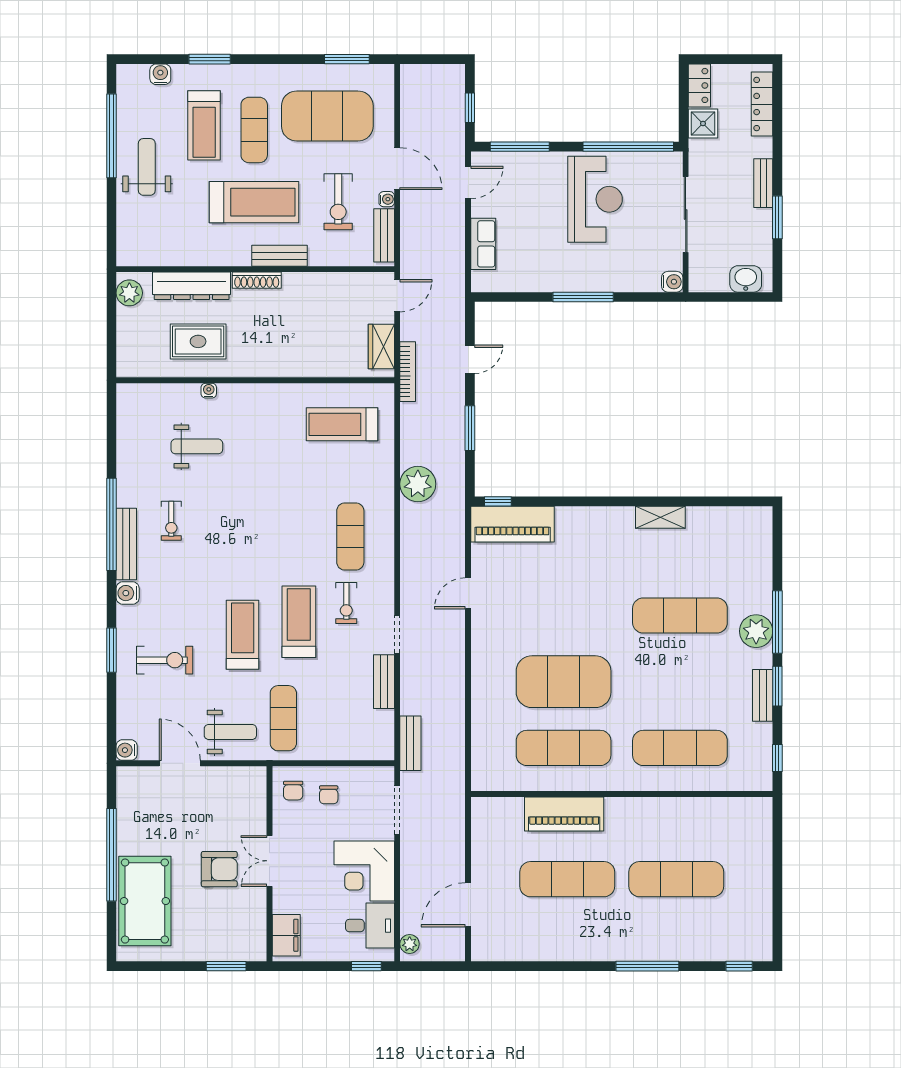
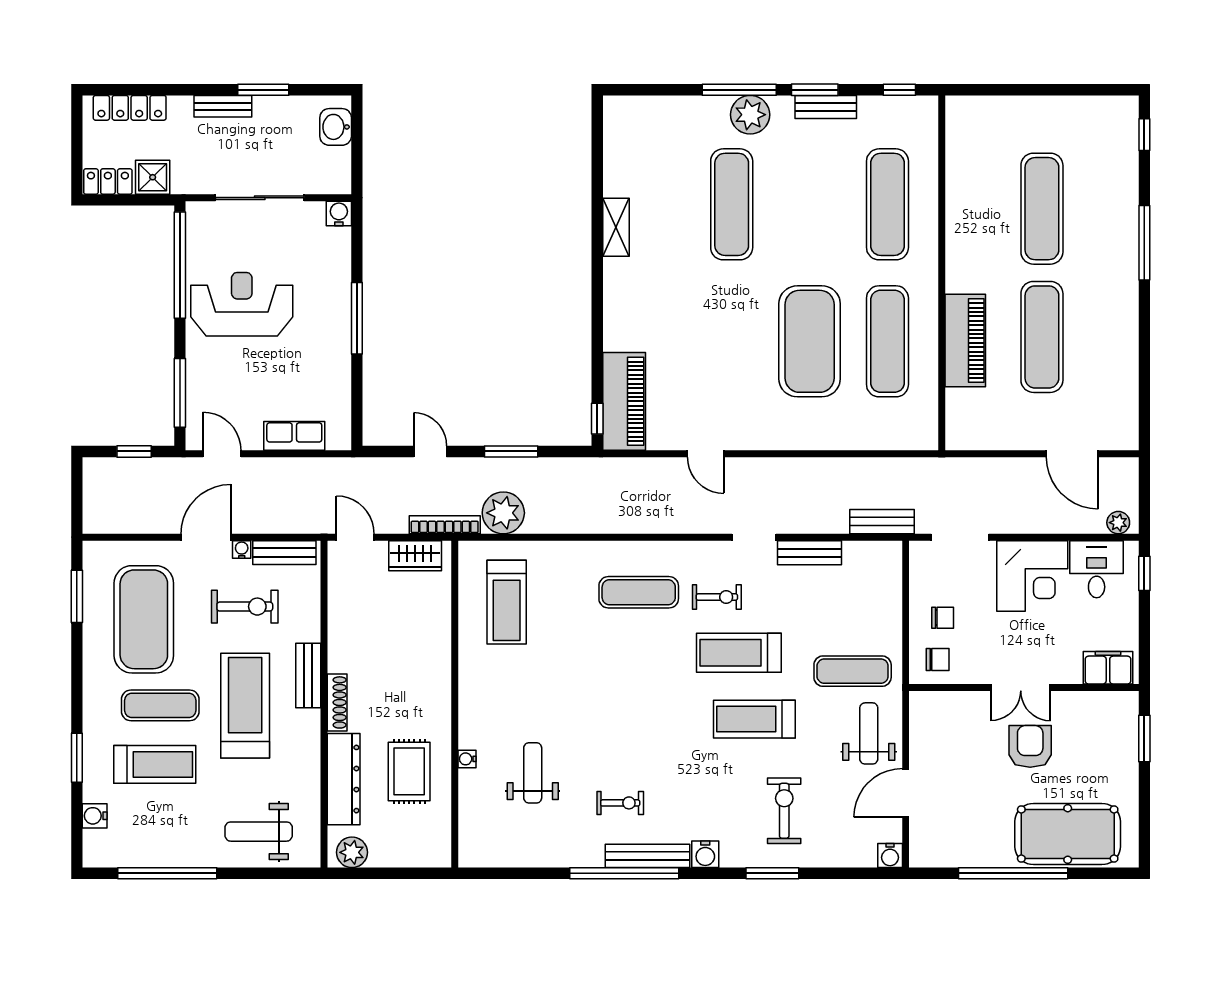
weight bench: (147, 167) -> (259, 832), moved
plant: (418, 484) -> (503, 513), moved

